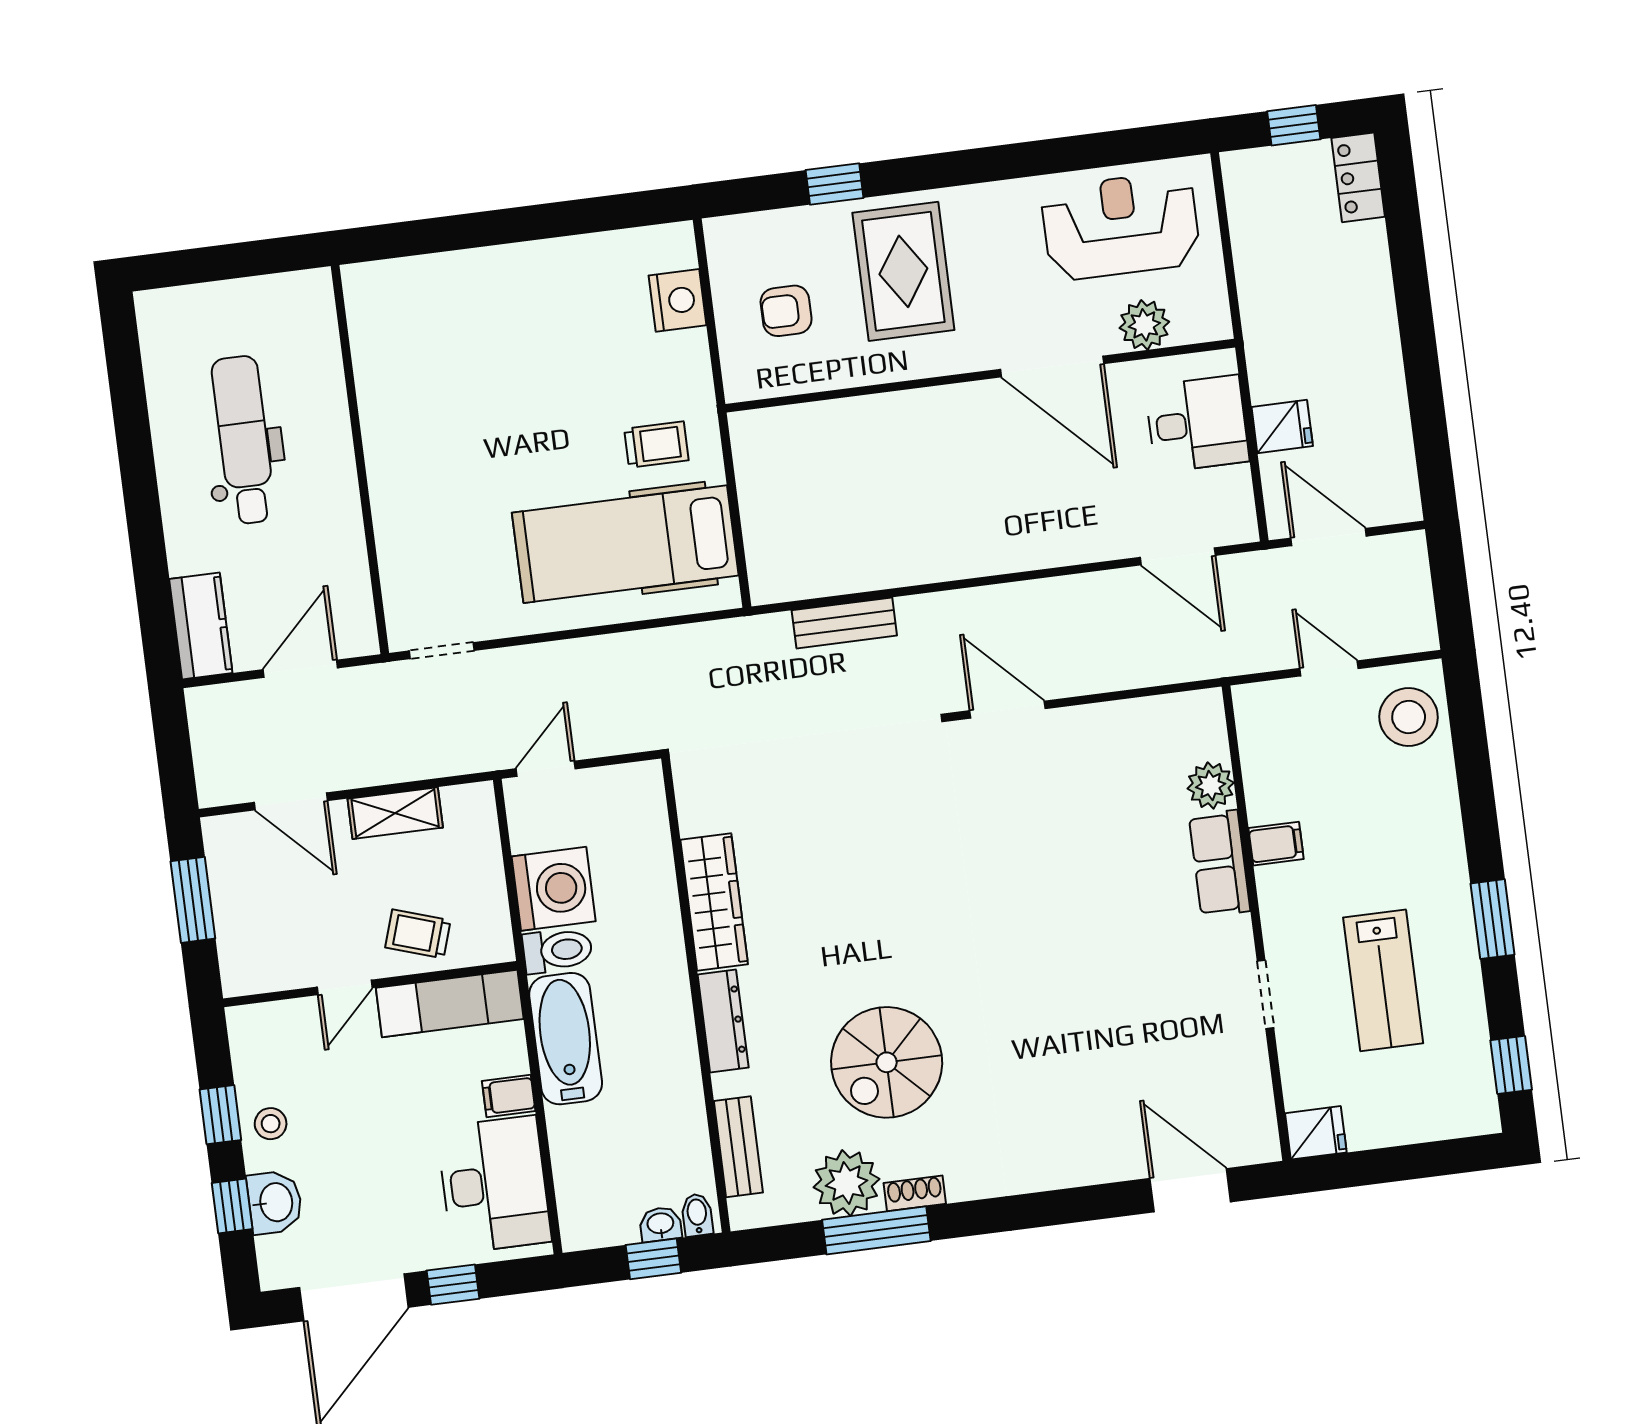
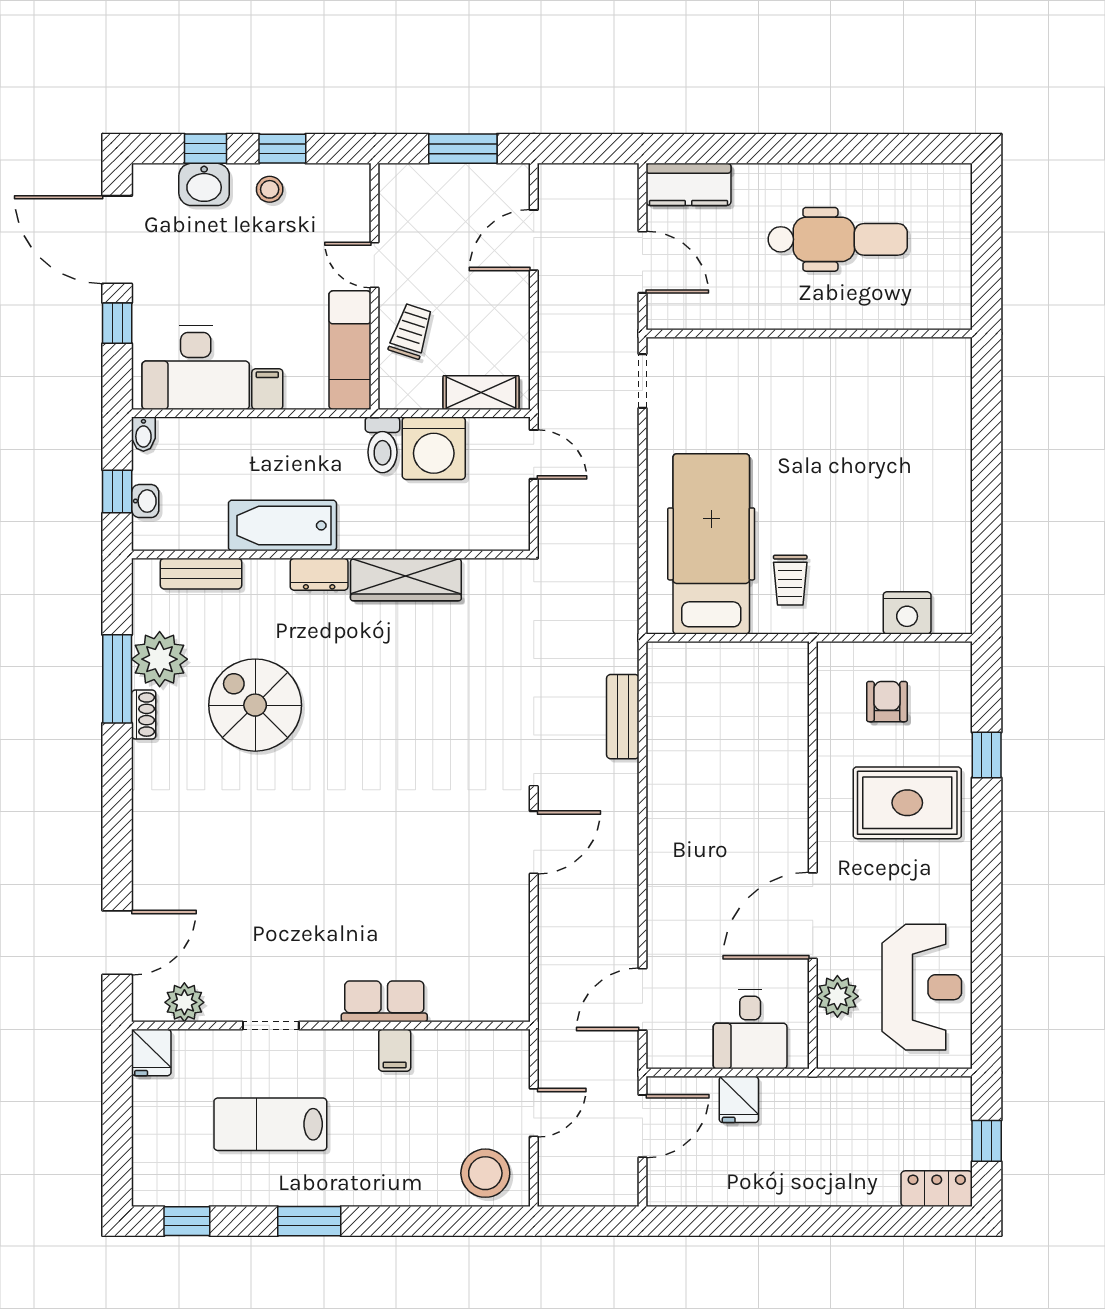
plant: (1211, 786) -> (184, 1002), moved
shelving: (395, 813) -> (481, 393), moved, turned 90
dresser: (723, 1021) -> (319, 574), width x0.70
bathtub: (566, 1039) -> (282, 525), moved, turned 180
bidet: (697, 1215) -> (143, 434), moved, turned 90

